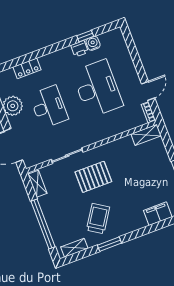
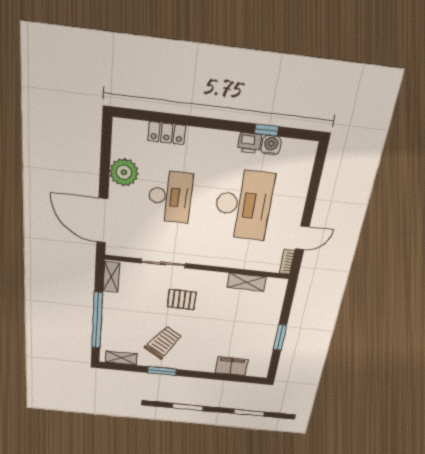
shelving: (146, 135) -> (247, 282), moved
pallet: (93, 177) -> (182, 300), width x0.67, depth x0.71

